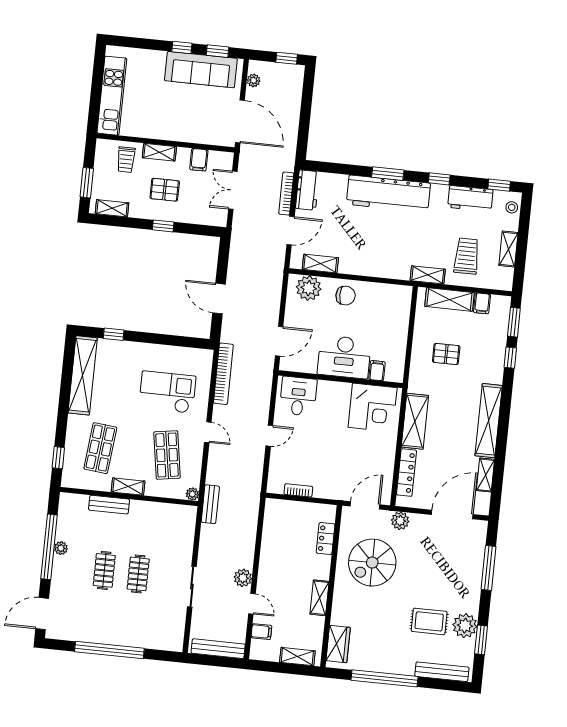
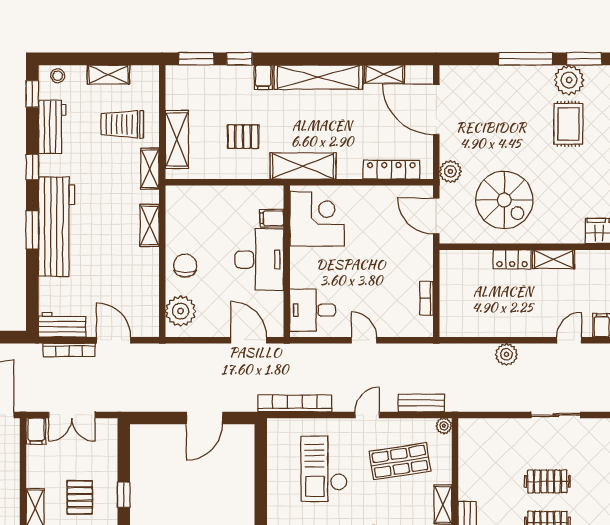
filing cabinet: (199, 160) -> (36, 431), moved, turned 90
shelving: (320, 264) -> (150, 225), moved
filing cabinet: (482, 303) -> (263, 77), moved, turned 90
pallet: (446, 354) -> (243, 137), turned 90
shelving: (415, 421) -> (303, 166), moved
bench: (210, 504) -> (421, 403), moved
locker: (326, 539) -> (512, 259), moved
window: (489, 568) -> (526, 59), moved
plant: (243, 578) -> (506, 354), moved

